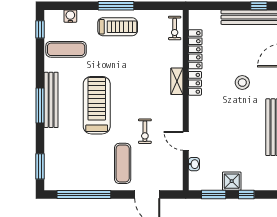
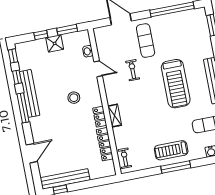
stool: (242, 83) -> (74, 98), moved

